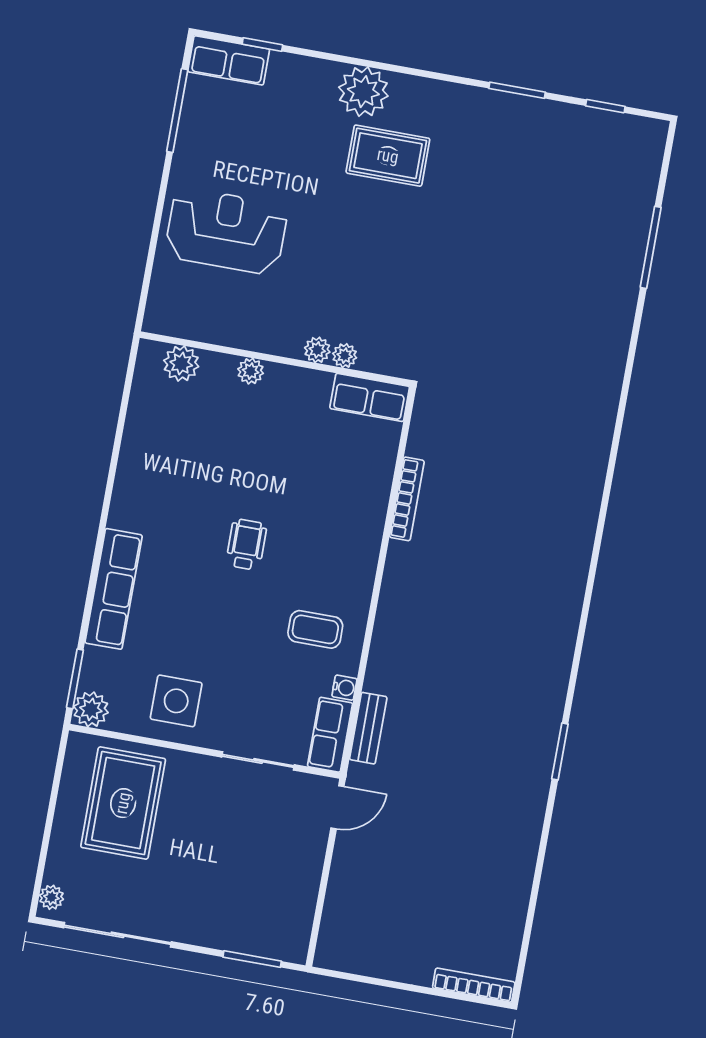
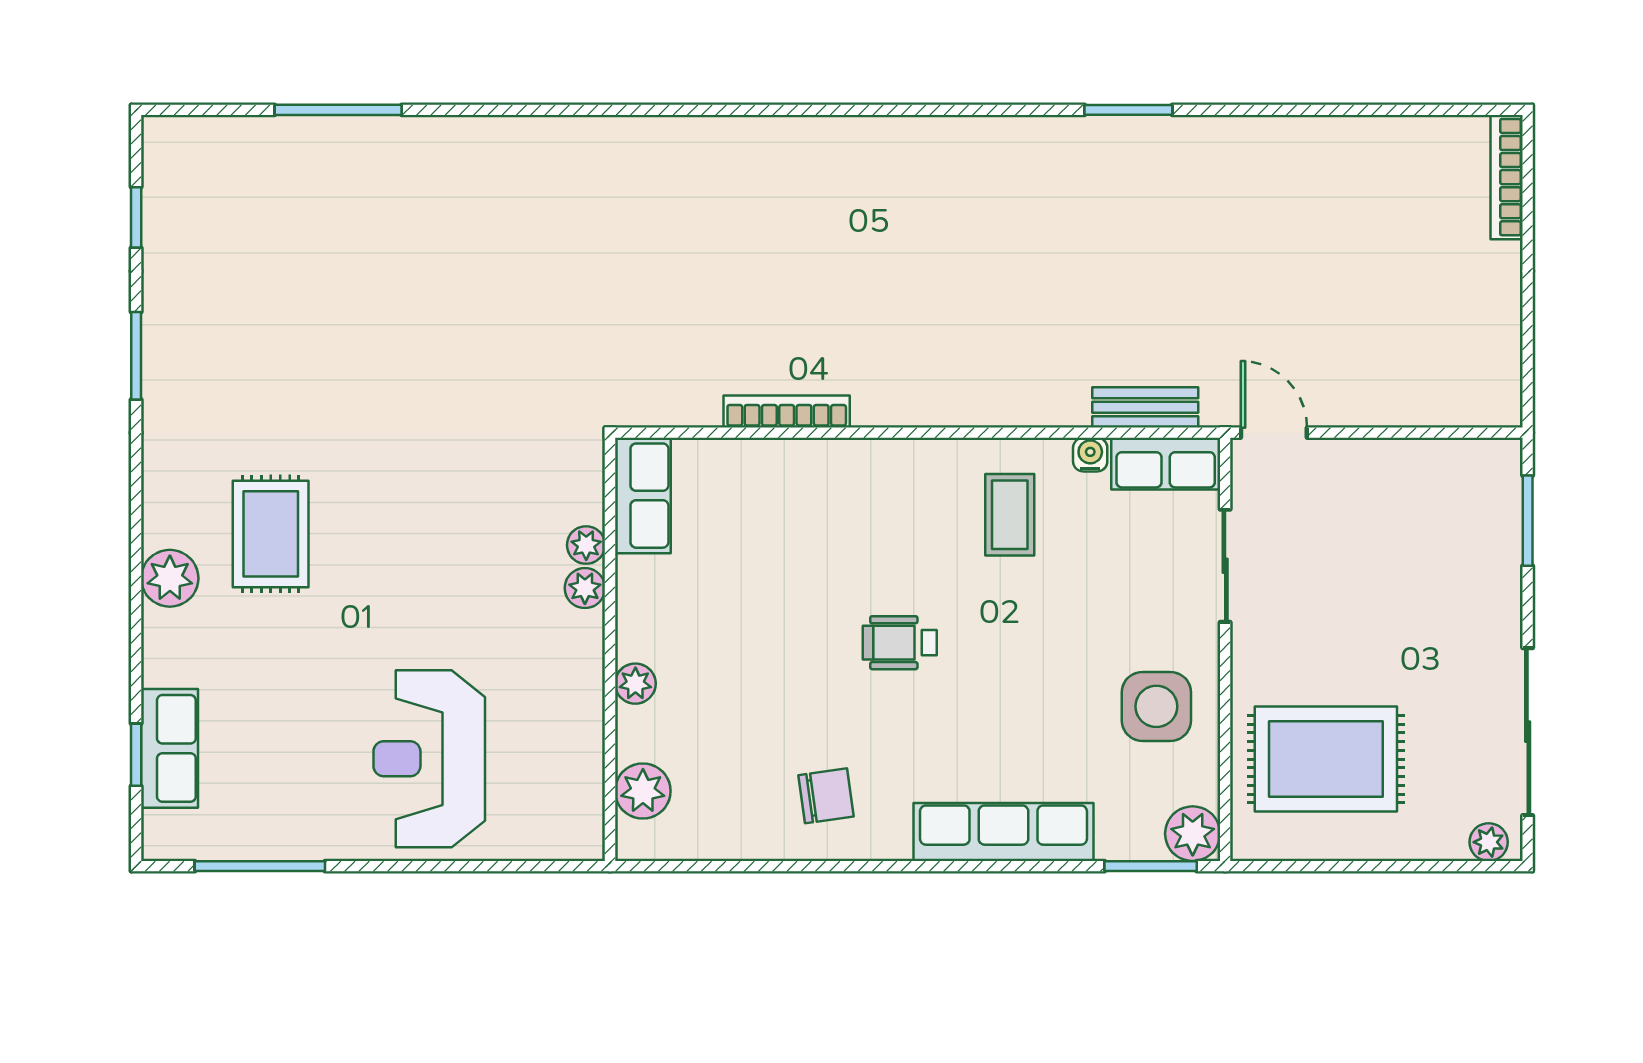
row of seats: (229, 60) -> (170, 748), moved
plant: (363, 92) -> (170, 578), width x0.73, depth x0.73
chair: (157, 480) -> (826, 796), added

